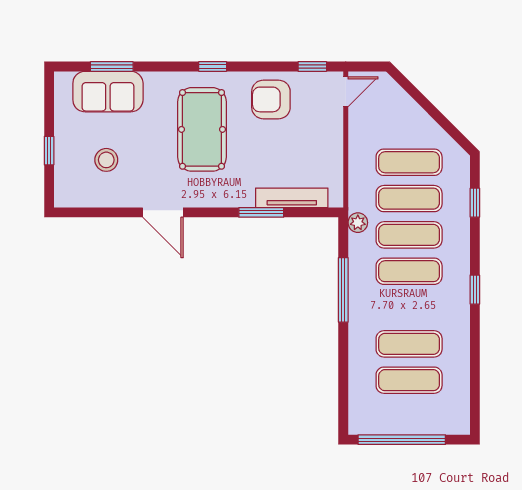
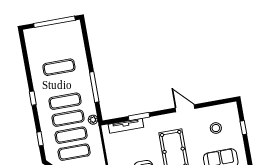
exercise mat: (409, 380) -> (56, 50), removed

